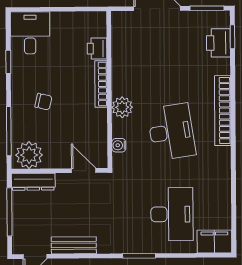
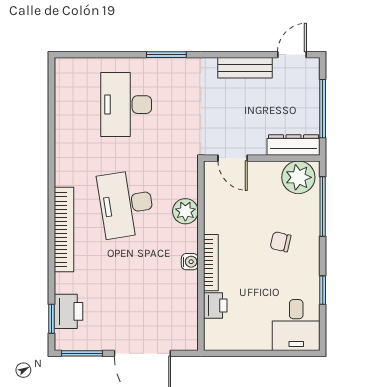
plant: (122, 107) -> (185, 211), moved
water cooler: (119, 145) -> (190, 262), moved
filing cabinet: (214, 241) -> (75, 71), removed

